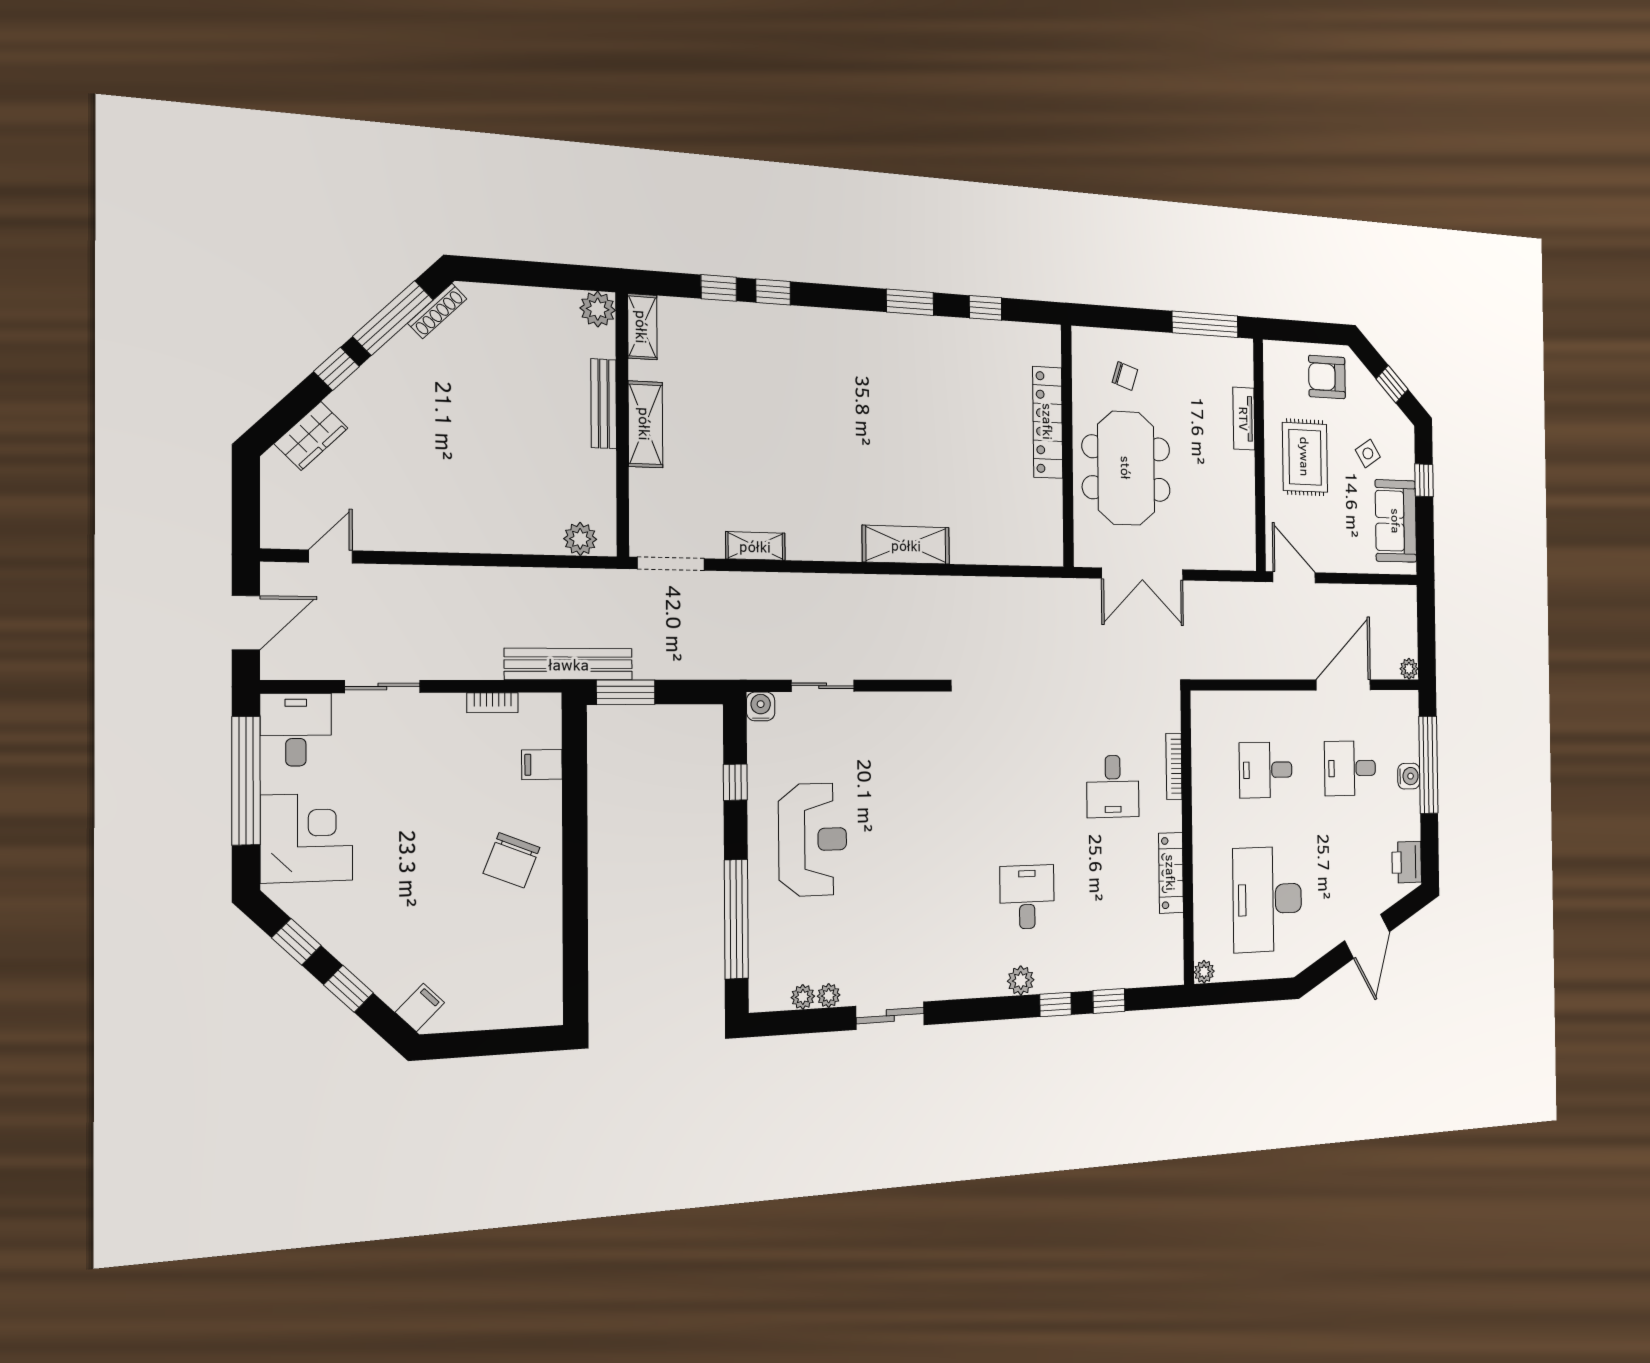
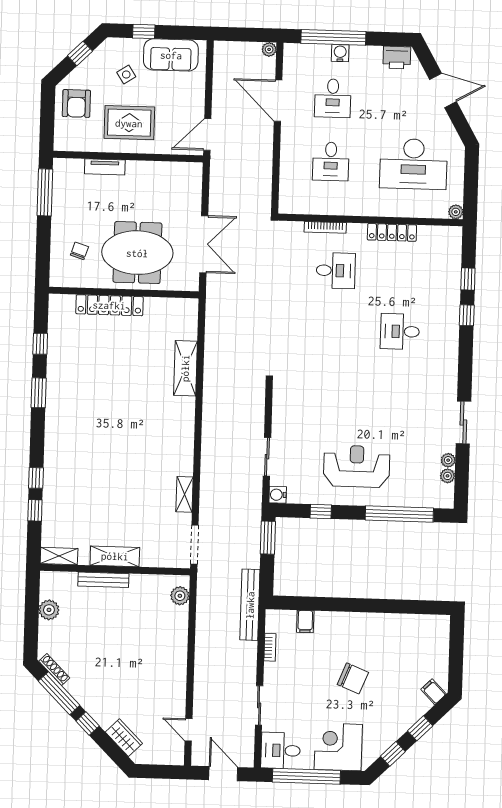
plant: (598, 309) -> (49, 610), moved
shelving: (906, 545) -> (185, 368), moved
window: (626, 692) -> (268, 538), moved
chair: (512, 860) -> (353, 678), moved
plant: (1021, 980) -> (450, 338), removed

